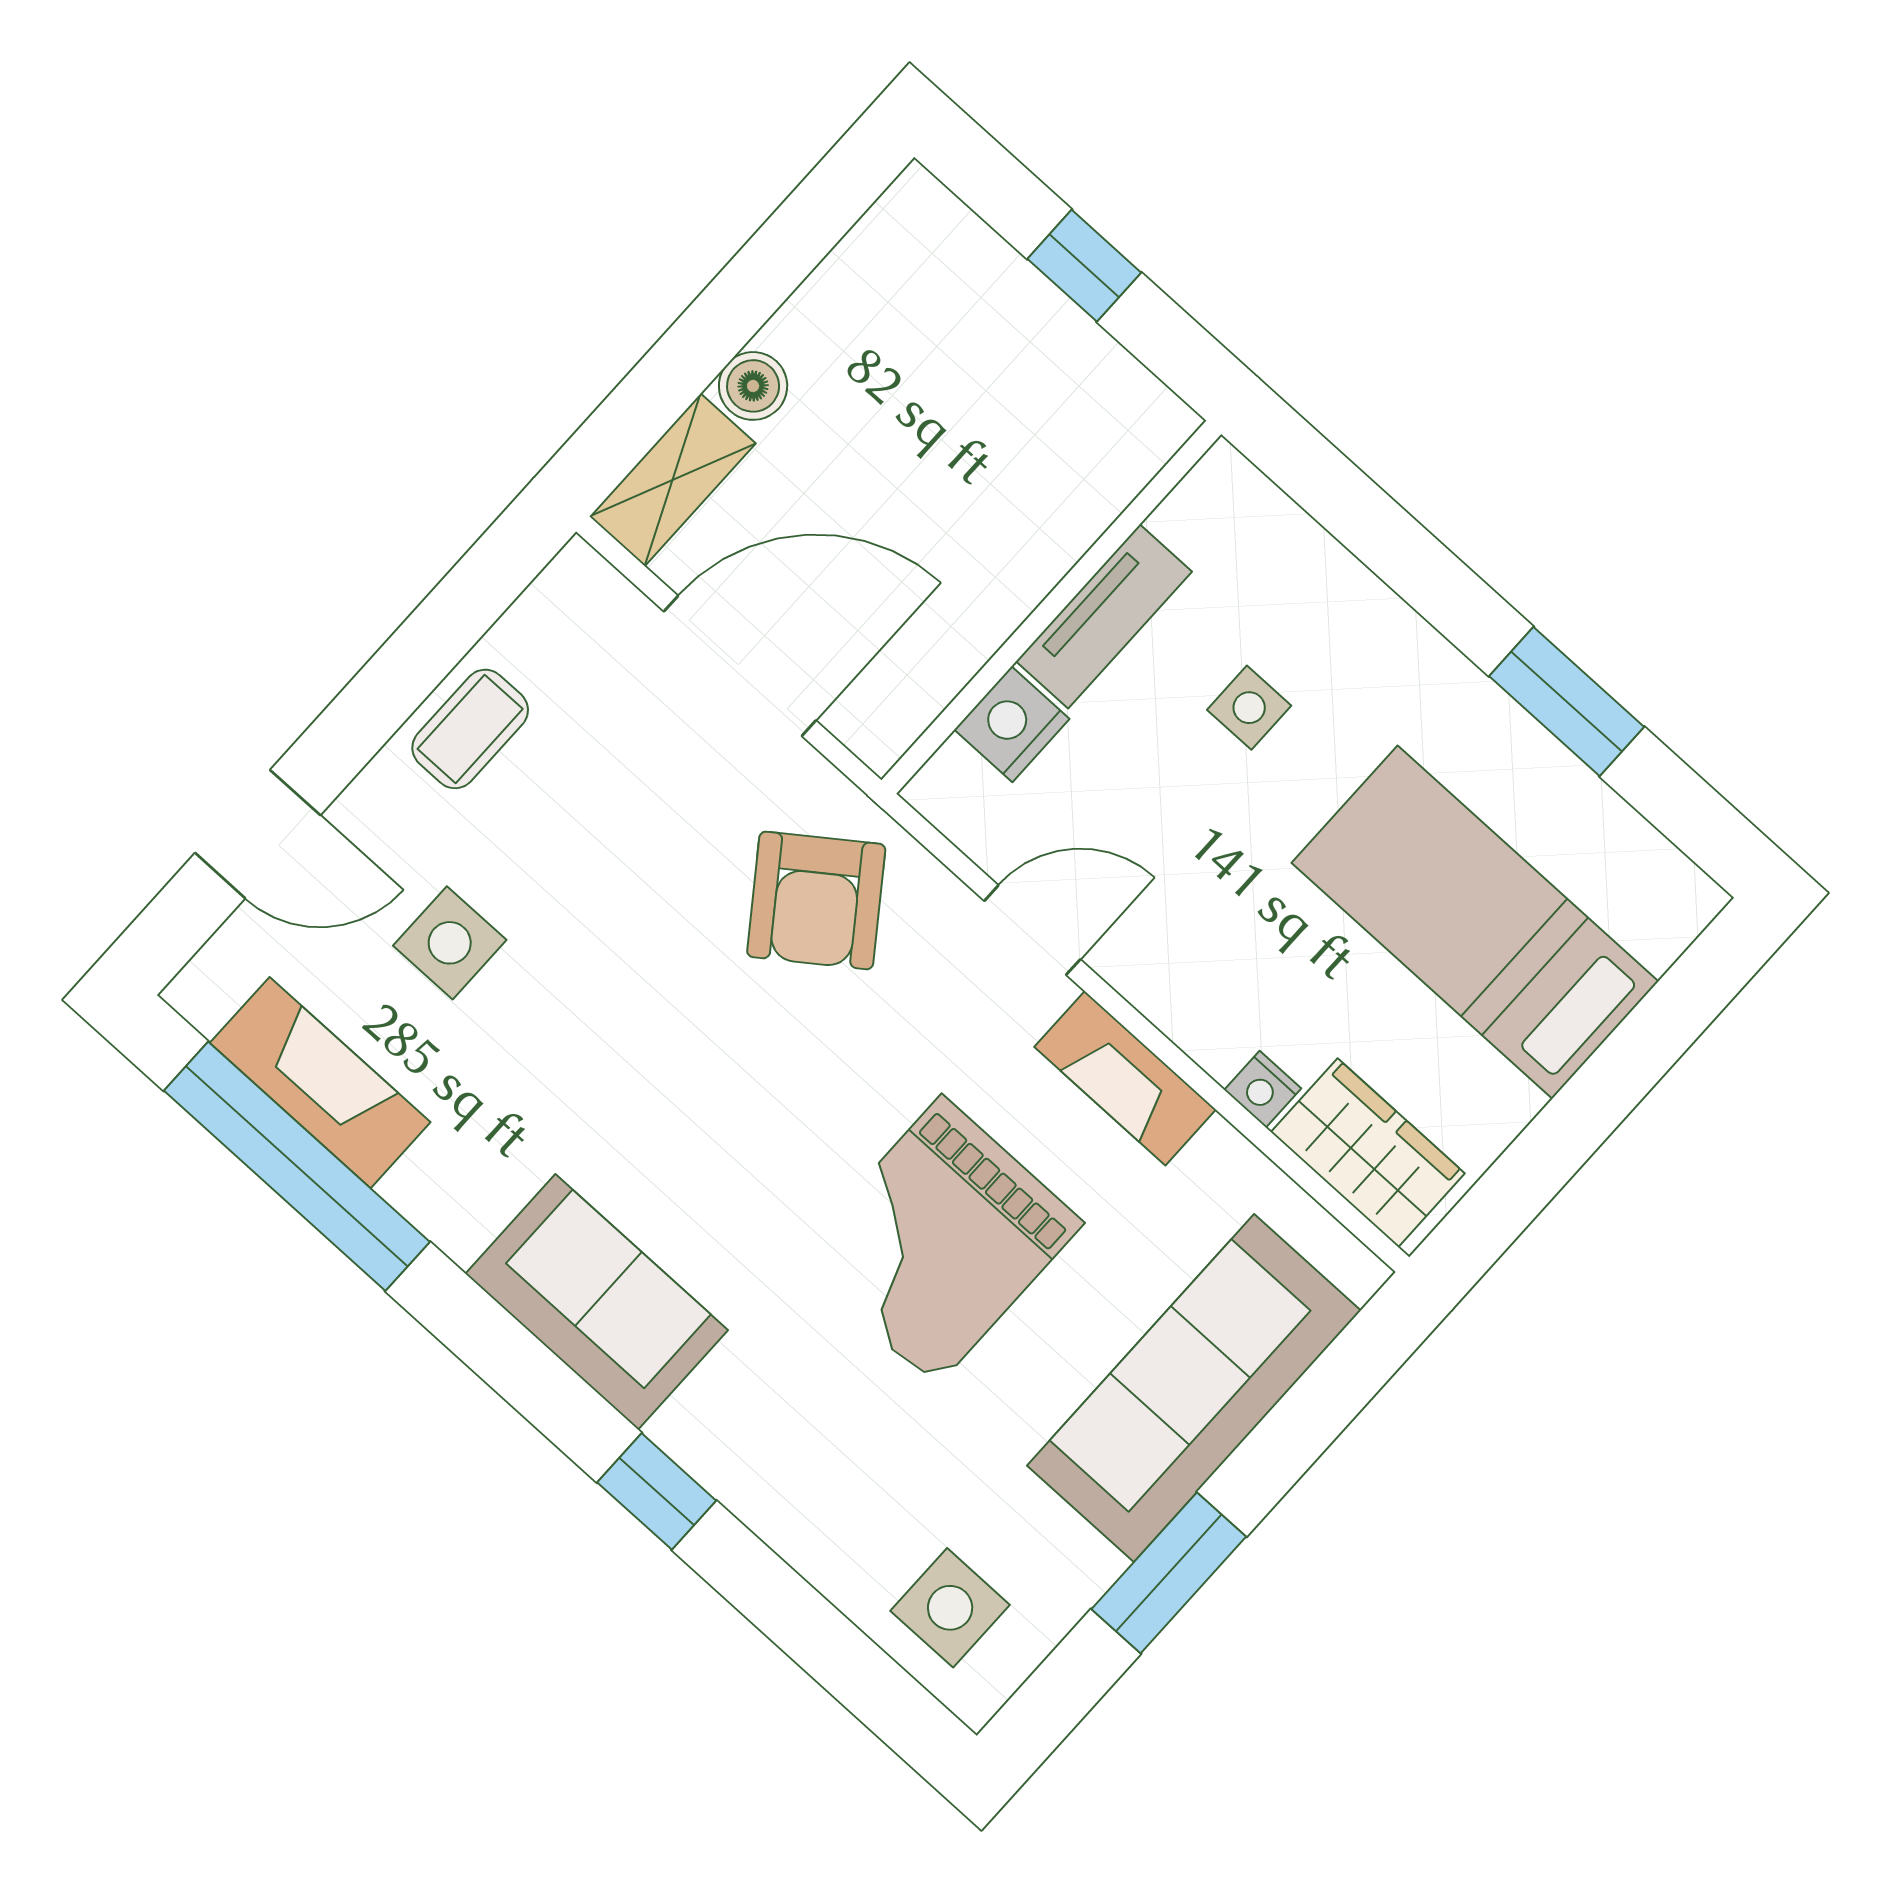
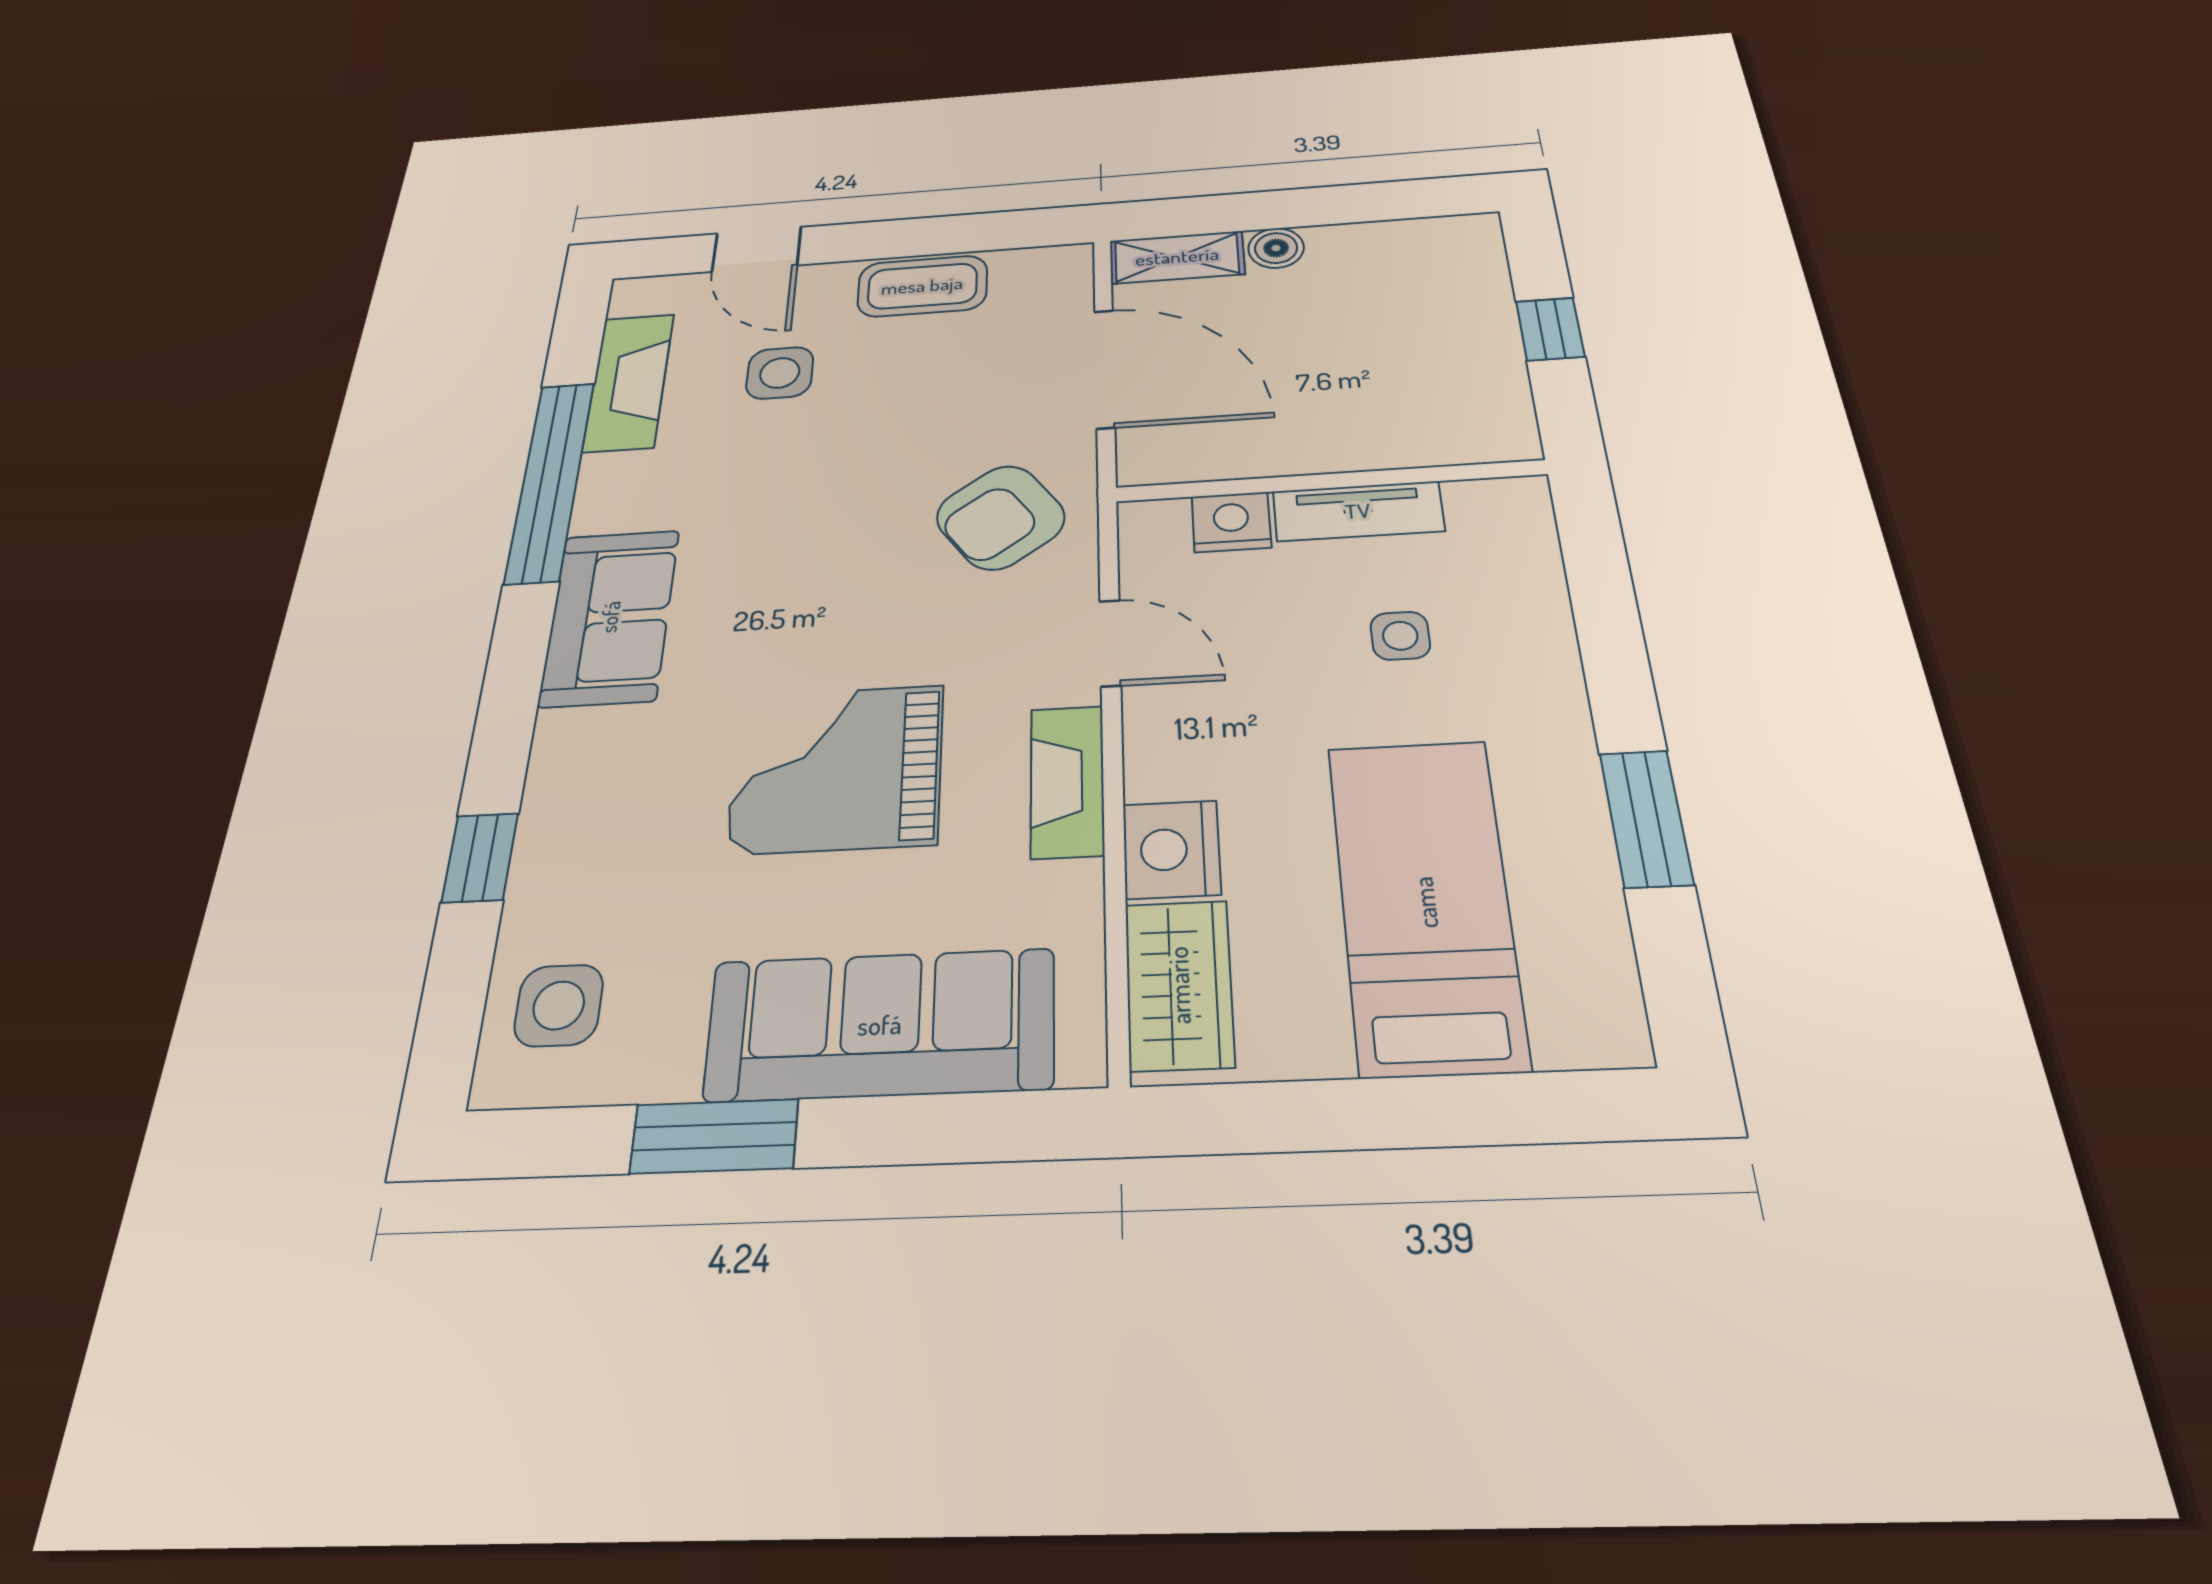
coffee table: (470, 729) -> (922, 286), width x1.36, depth x1.30
nightstand: (1263, 1089) -> (1171, 849), width x1.89, depth x1.79
window: (297, 1166) -> (550, 481), moved
window: (657, 1491) -> (480, 858), moved

